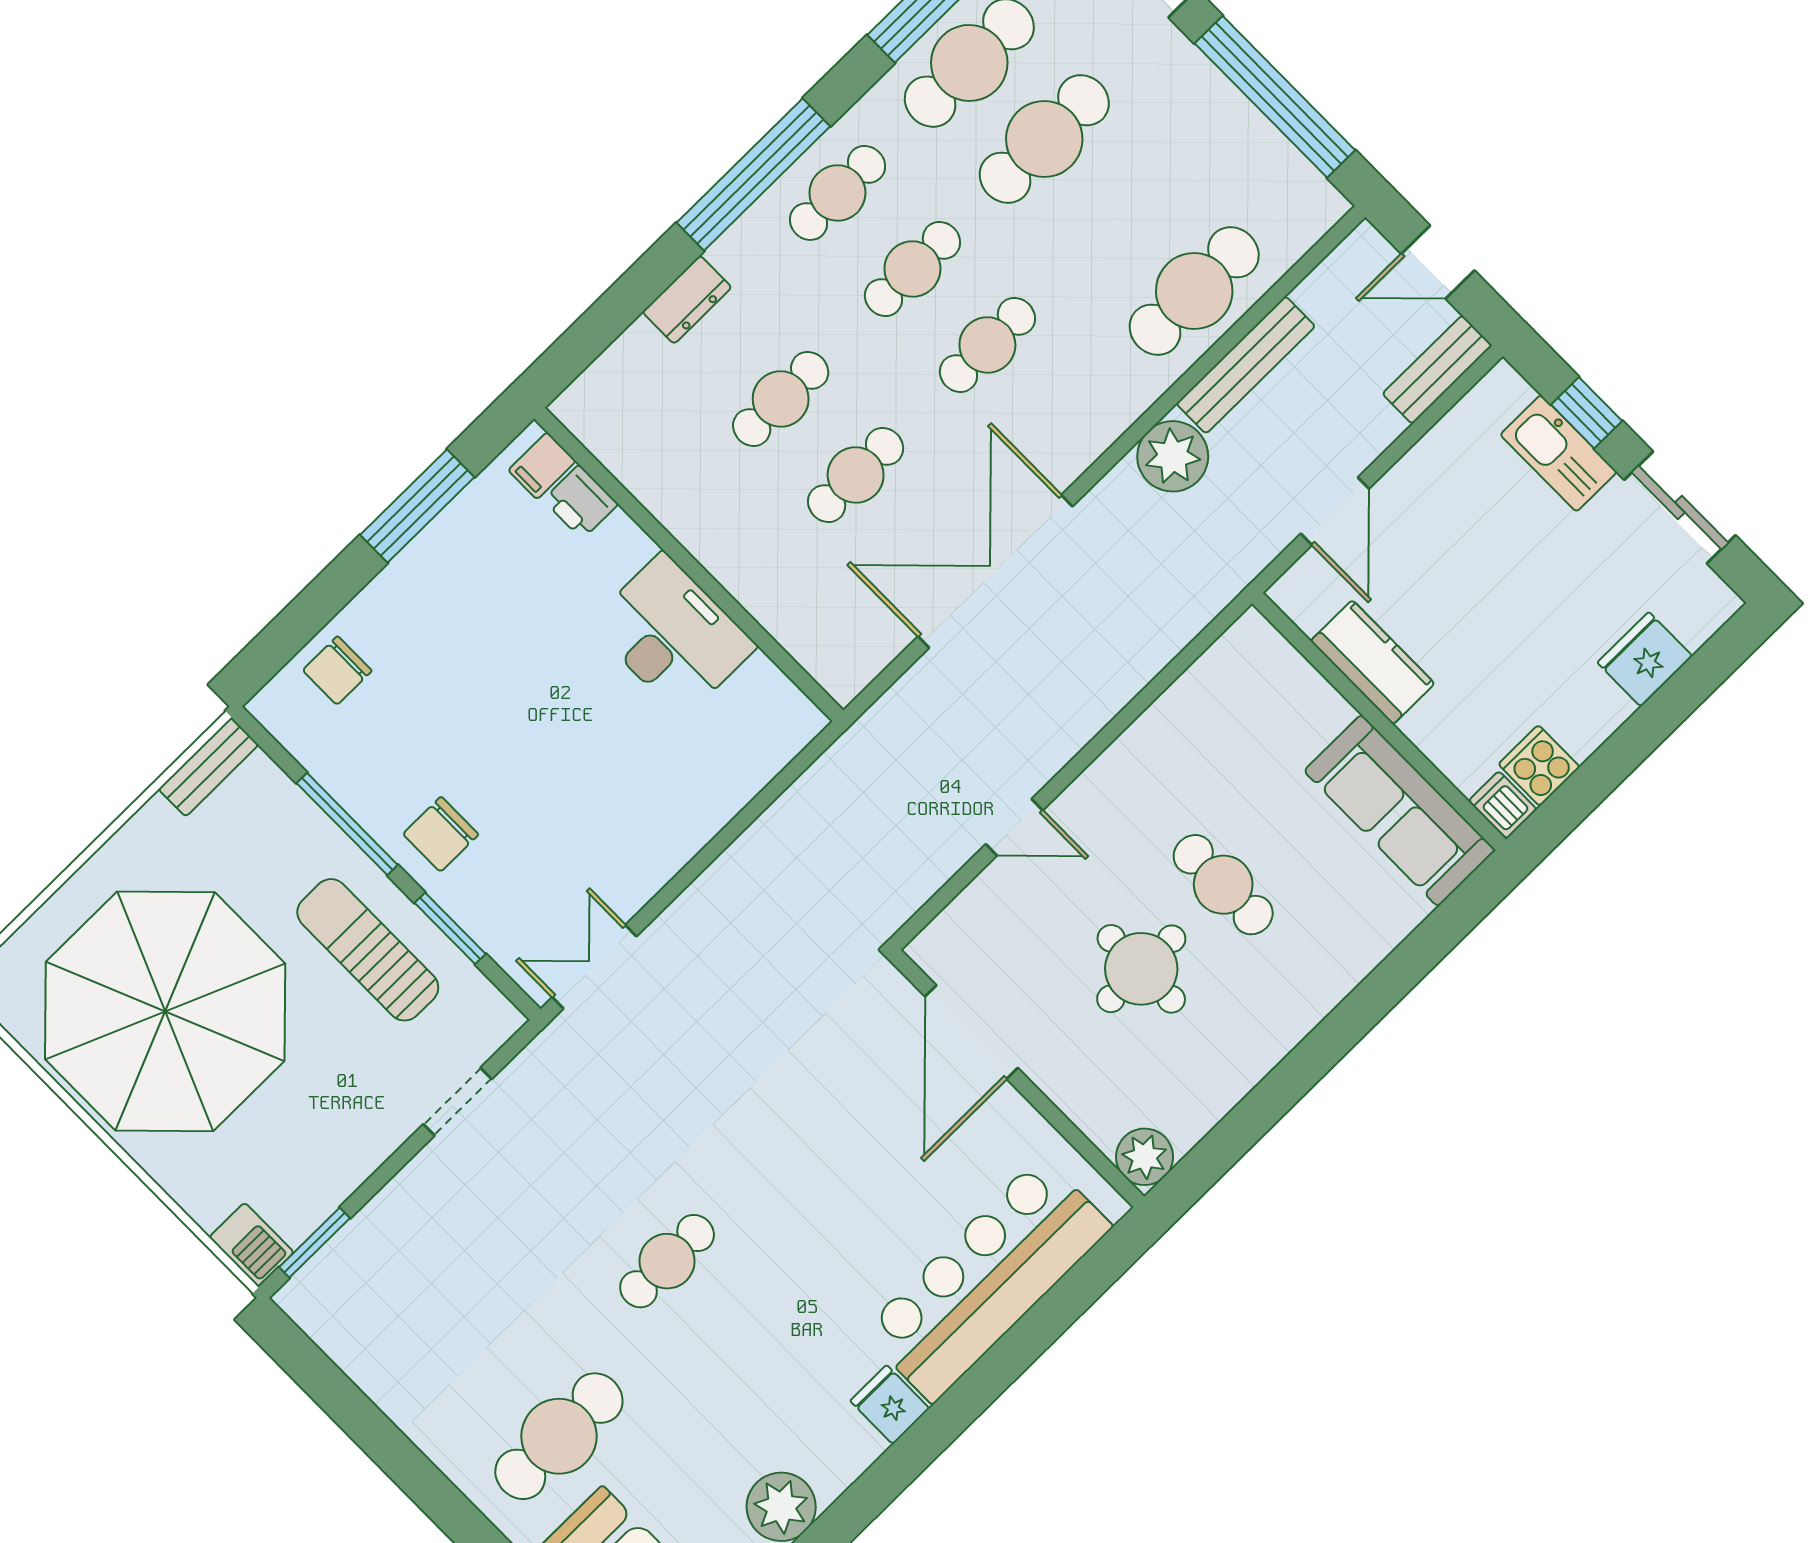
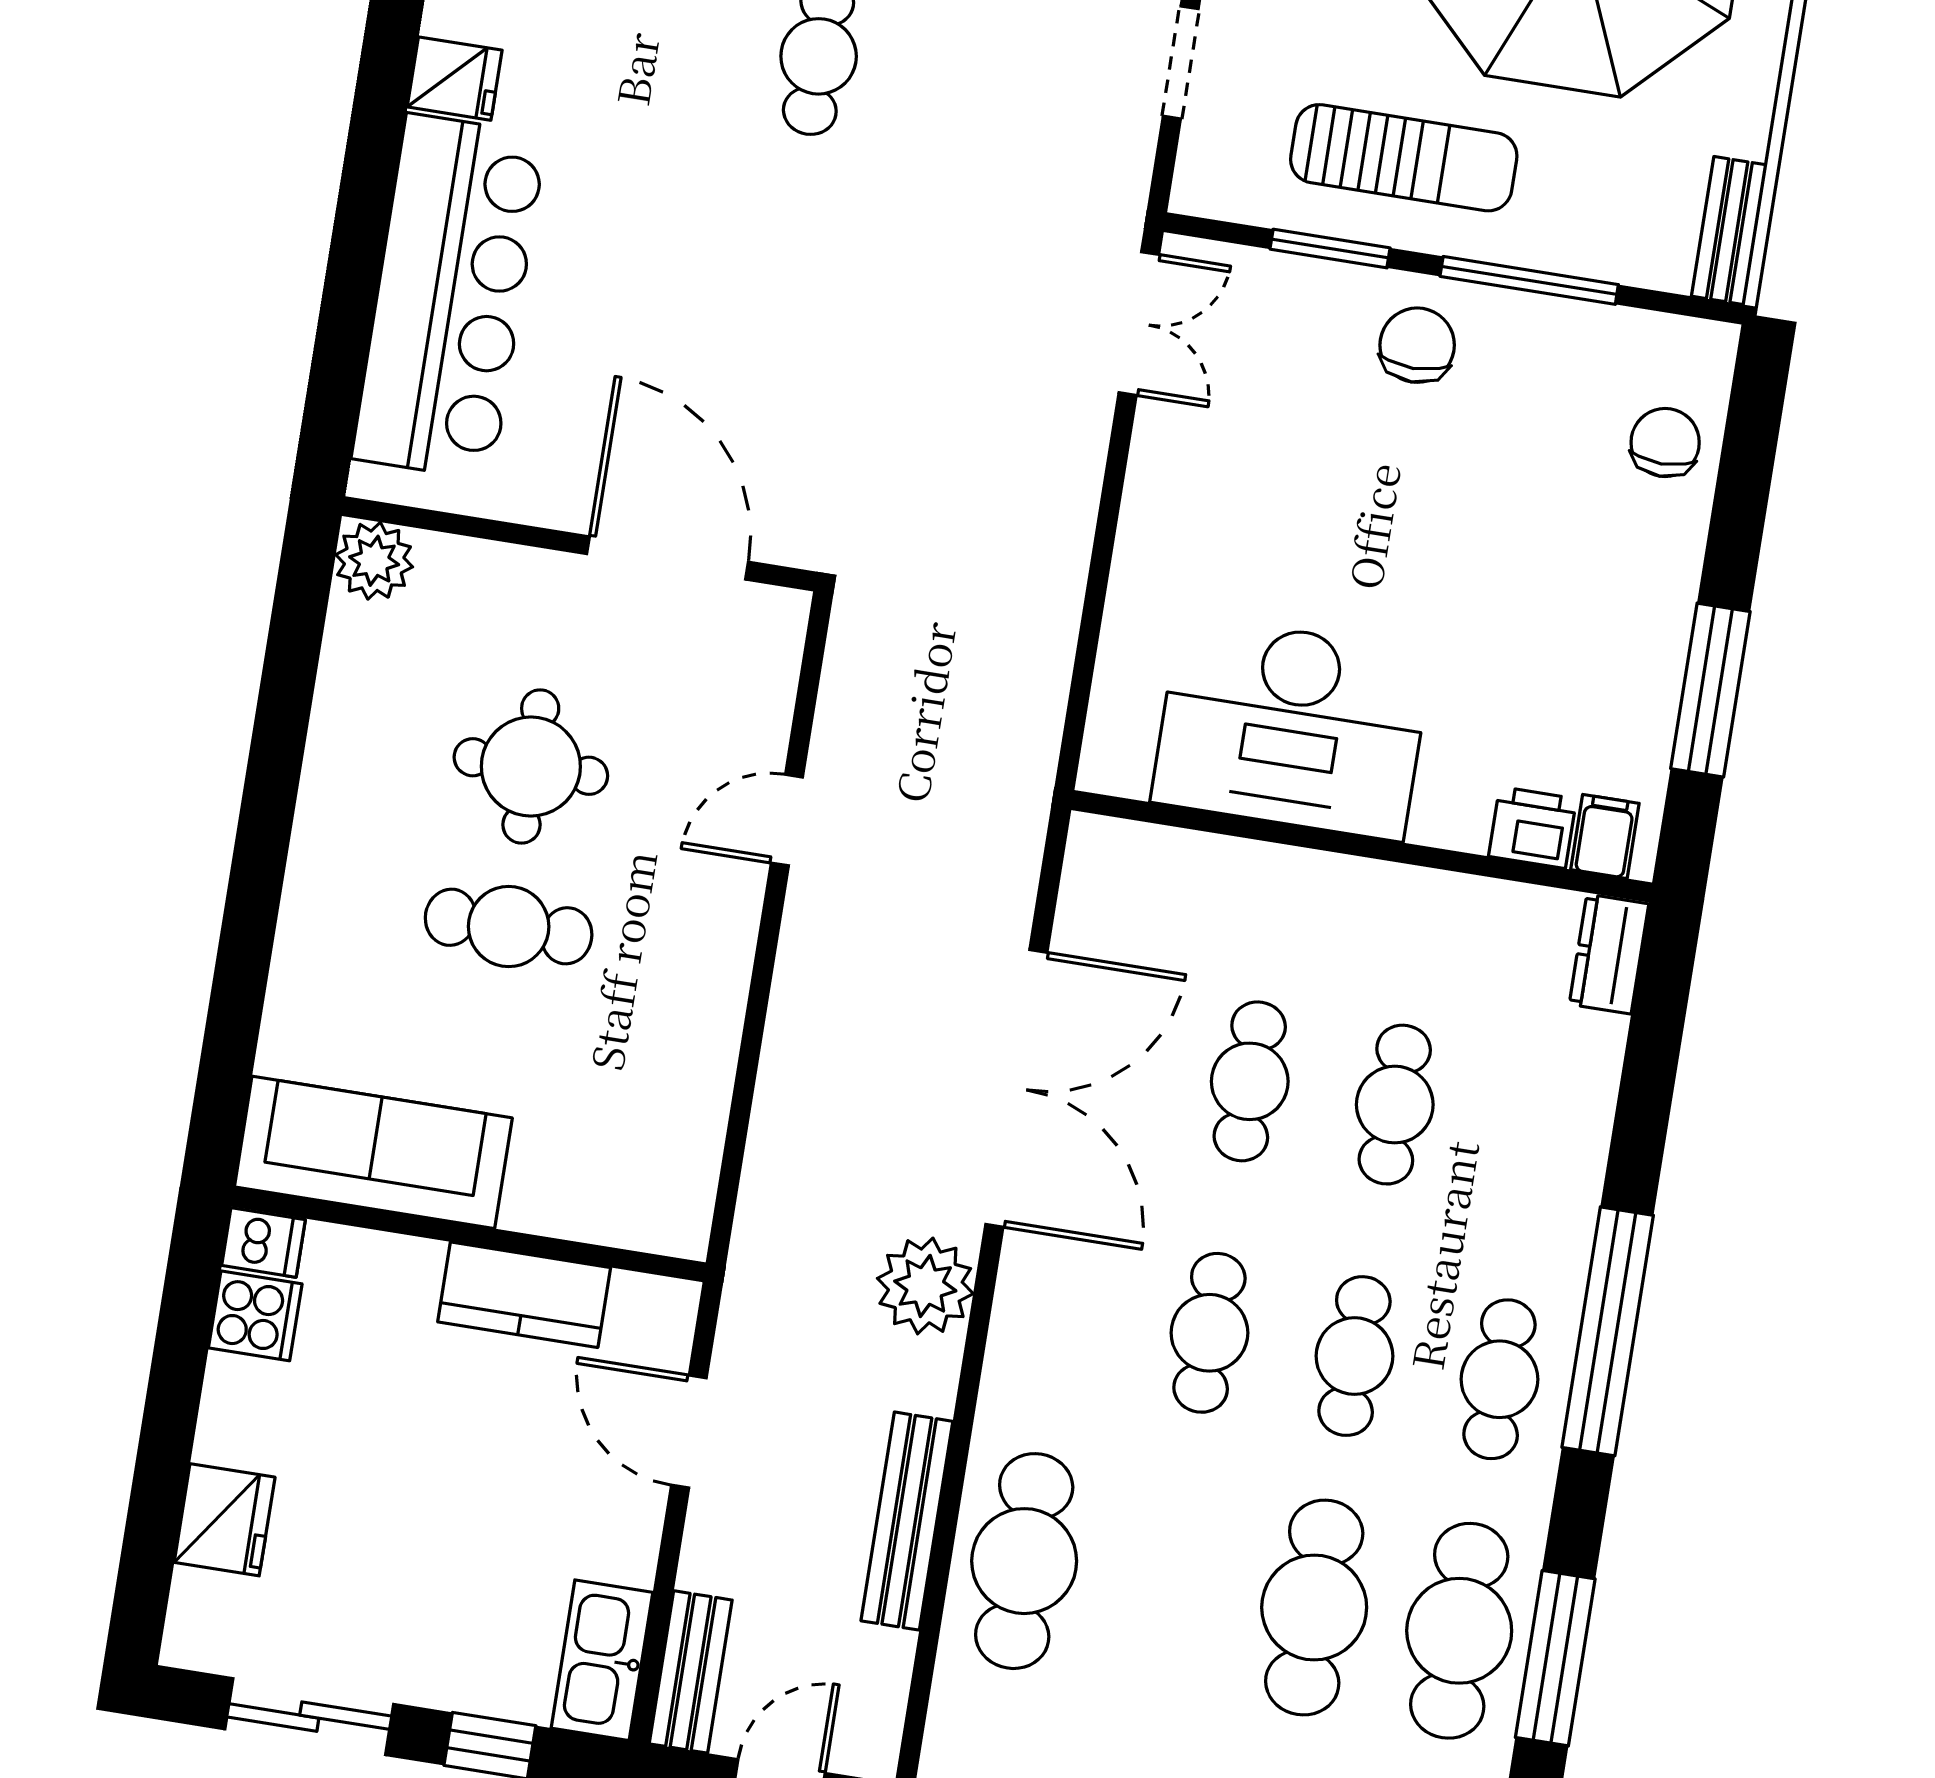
dresser: (687, 300) -> (1609, 954), moved
kitchen sink: (1559, 453) -> (602, 1660), moved, turned -90
plant: (1173, 456) -> (925, 1286), moved
desk: (673, 635) -> (1292, 727), width x1.36, depth x1.30

